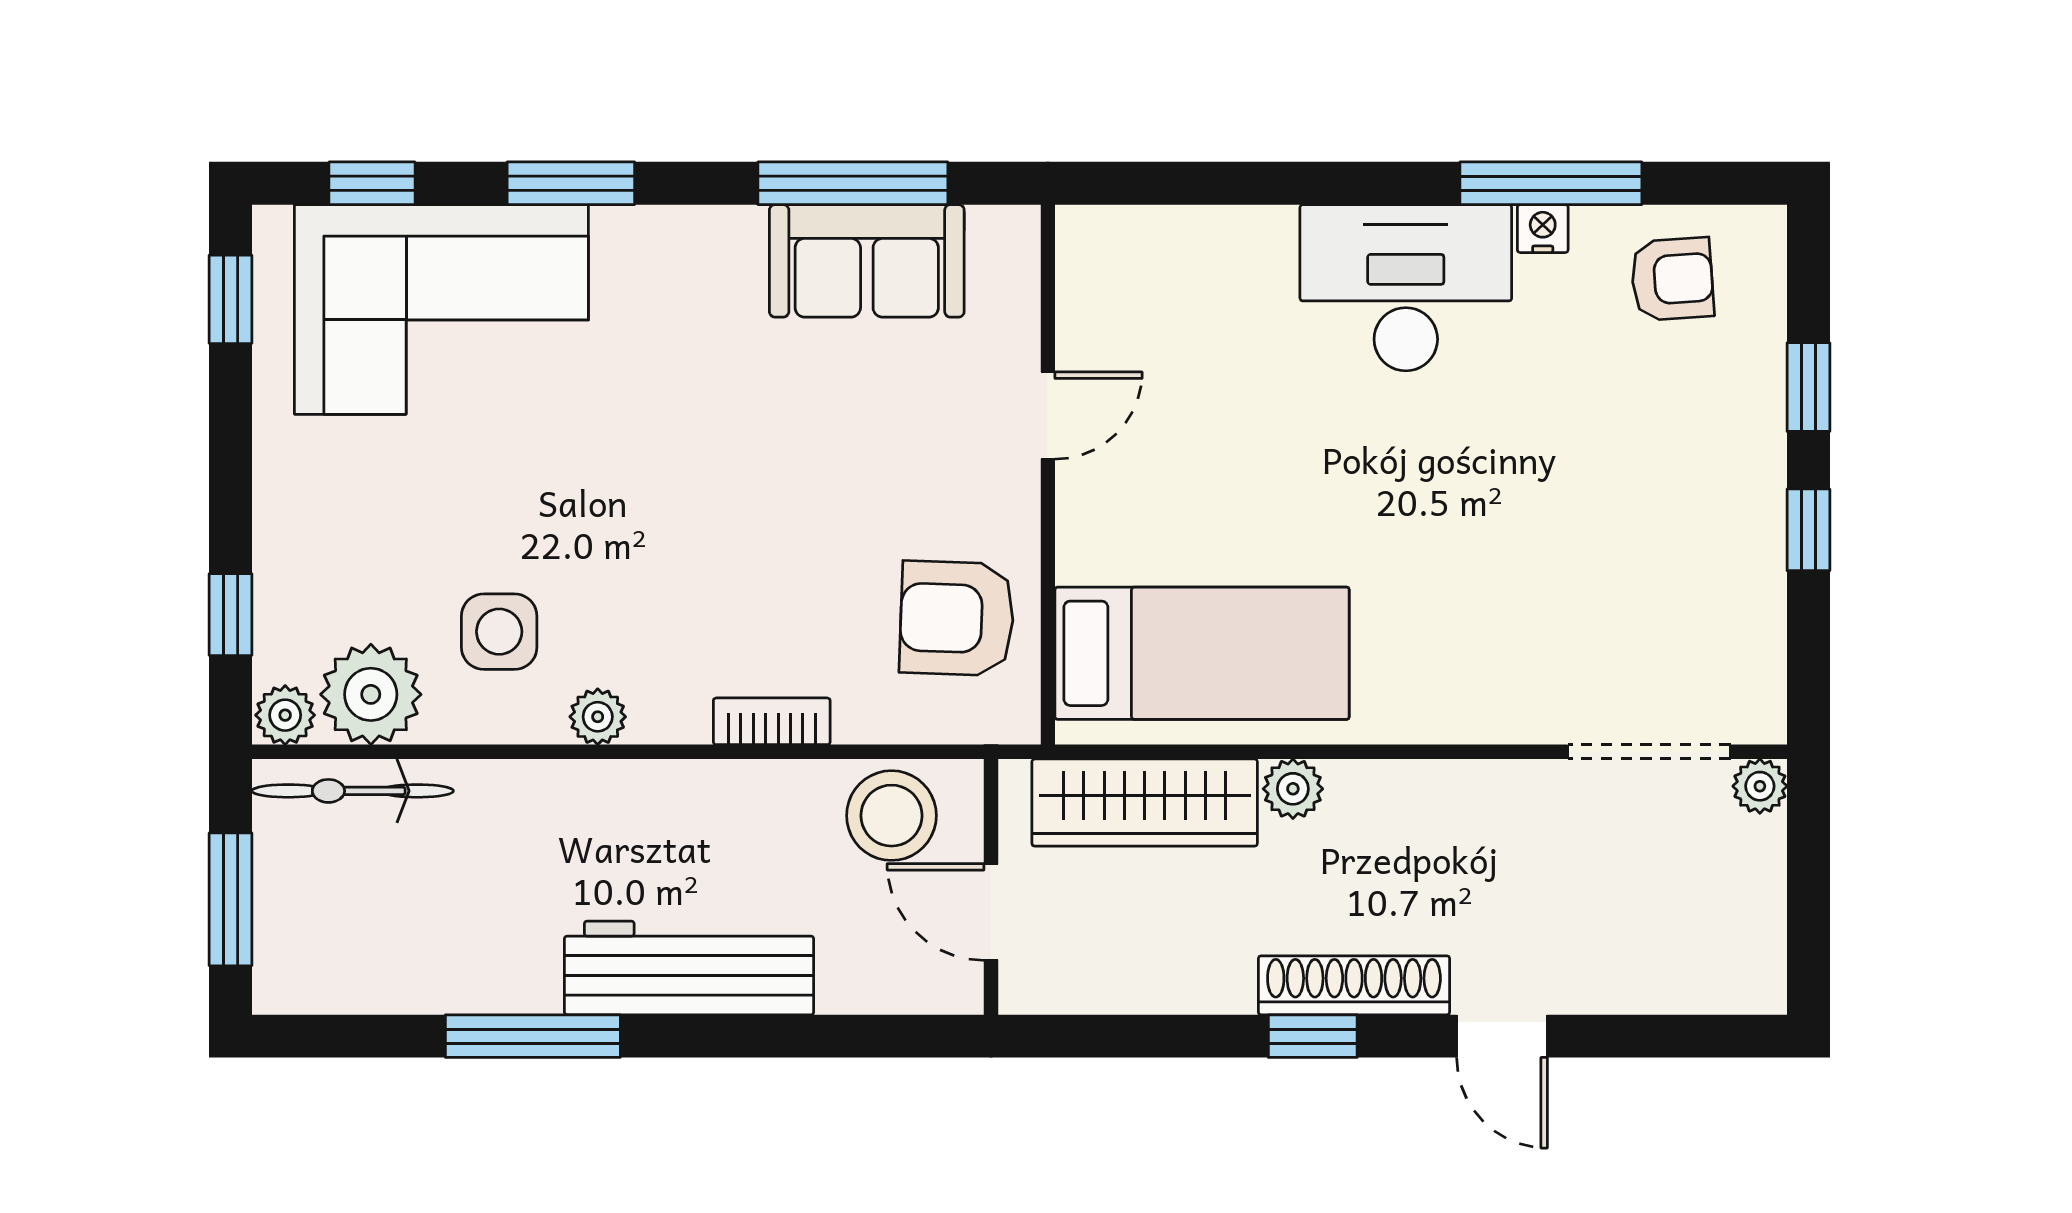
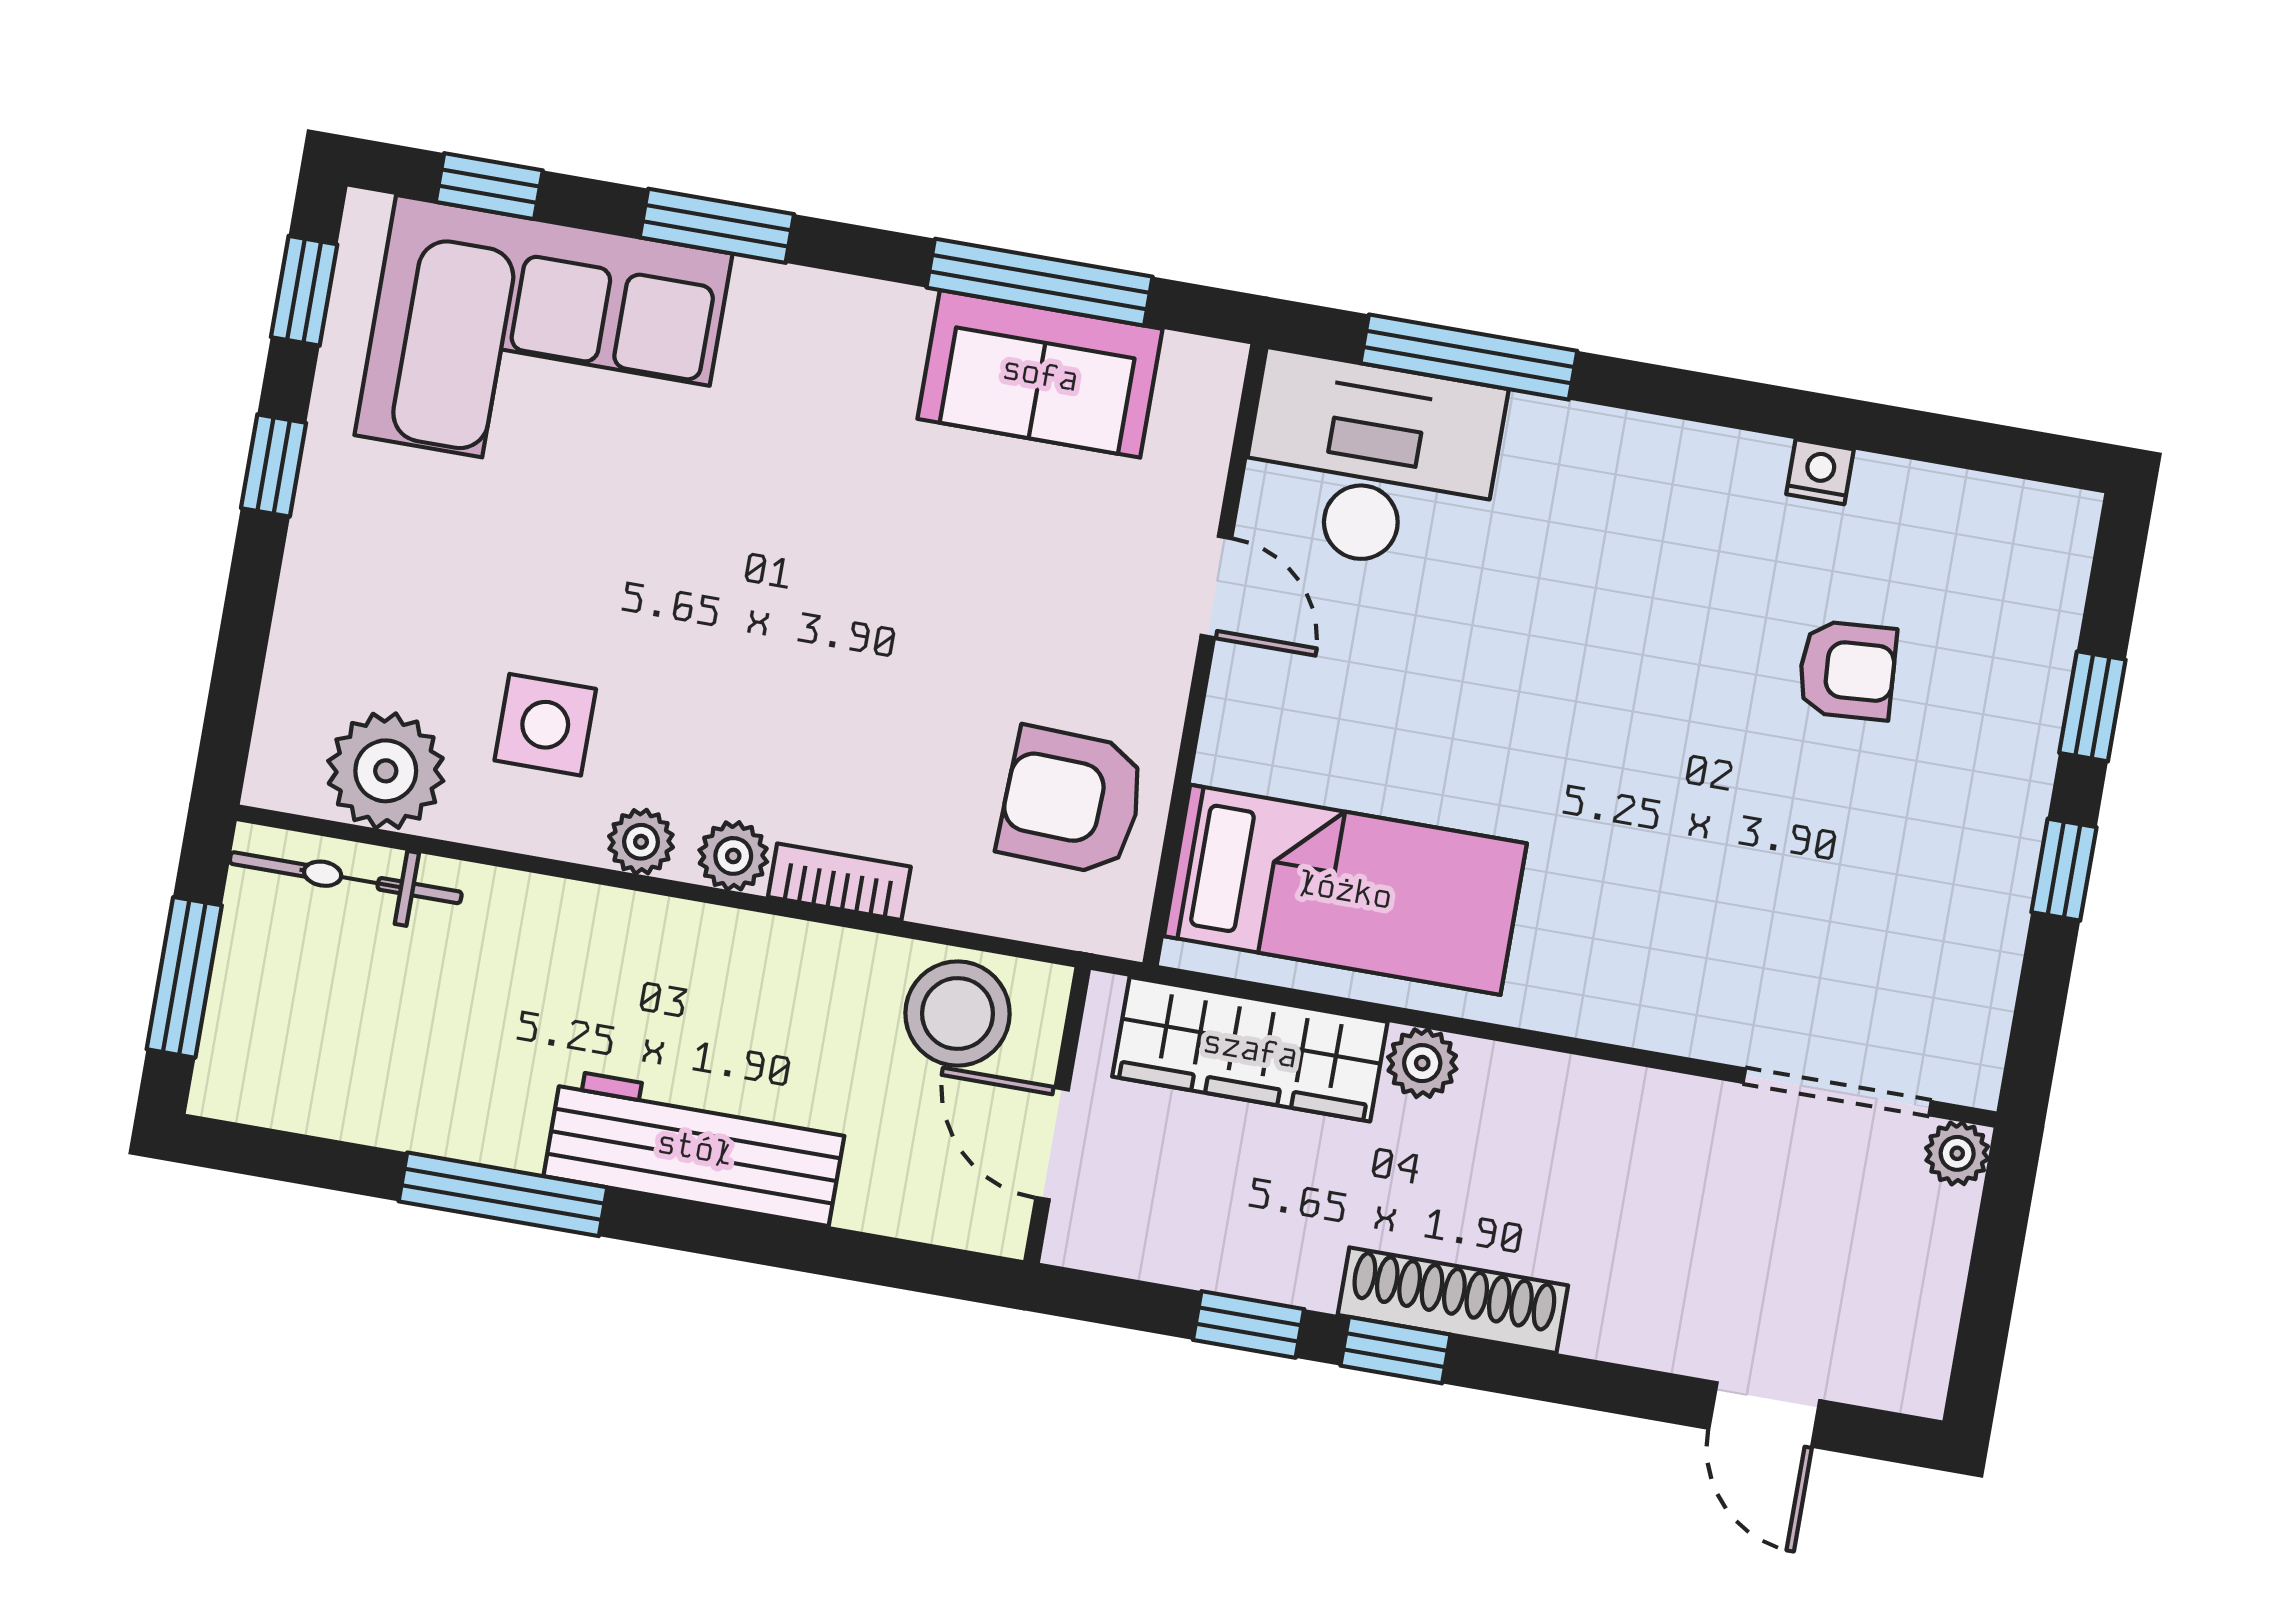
window: (1551, 183) -> (1469, 357), moved
armchair: (1672, 279) -> (1847, 670), moved
desk: (1406, 288) -> (1371, 463), moved
door: (1048, 416) -> (1216, 587), hinge flipped
window: (230, 615) -> (274, 466), moved
plant: (285, 715) -> (733, 856), moved
window: (1184, 1036) -> (1249, 1324), added
door: (1502, 1036) -> (1764, 1414), moved

